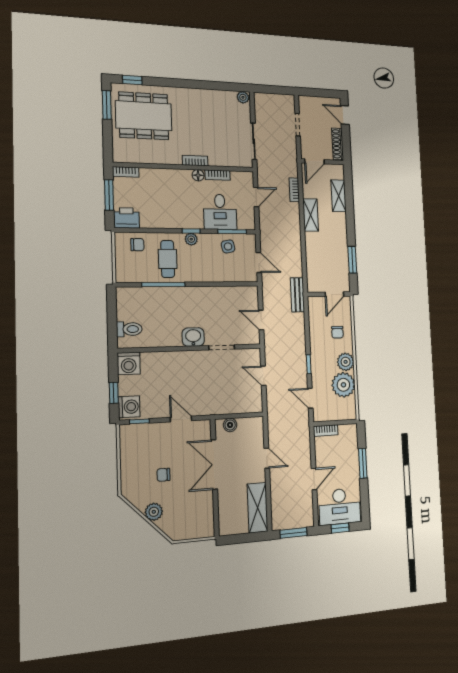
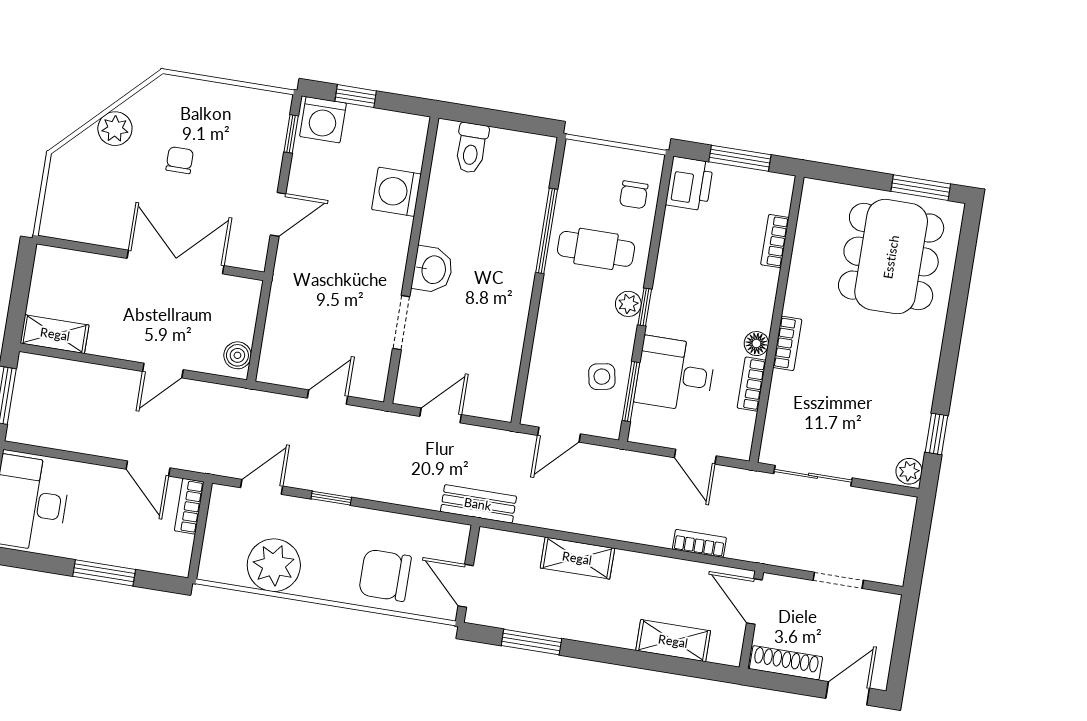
window: (132, 80) -> (937, 434), moved
bookcase: (126, 172) -> (775, 241), moved
shelving: (311, 215) -> (577, 558), moved
chair: (337, 332) -> (385, 575), width x1.87, depth x1.87
plant: (346, 362) -> (320, 580), removed
washing machine: (129, 363) -> (396, 192), moved
boiler: (230, 425) -> (237, 355), moved
door: (314, 479) -> (148, 468), moved
shelving: (258, 508) -> (55, 334), width x0.67, depth x0.75

